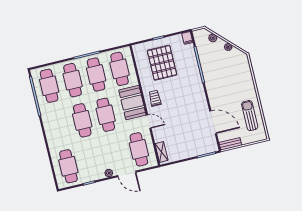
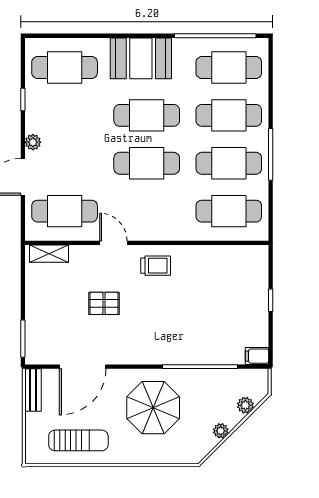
pallet: (162, 63) -> (104, 303), moved, width x0.49, depth x0.50
parasol: (225, 83) -> (153, 408), added
booth: (132, 103) -> (141, 58), moved
door: (149, 122) -> (113, 243), swing flipped

